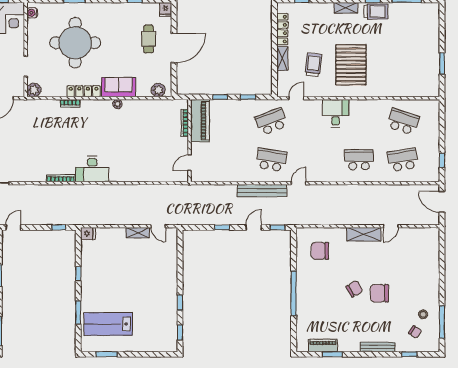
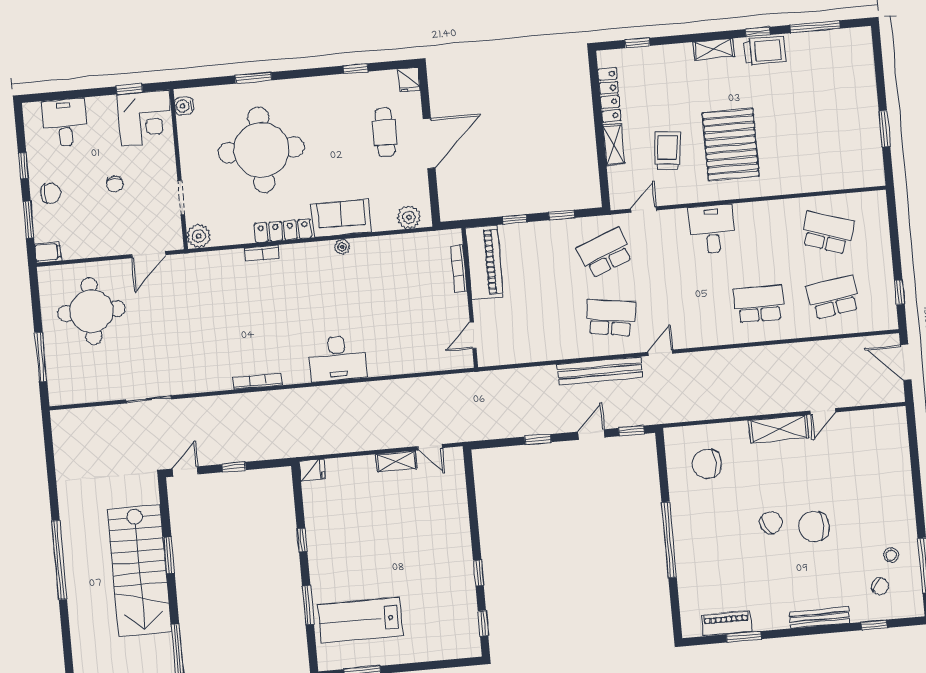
desk: (92, 169) -> (337, 358), moved
window: (59, 227) -> (234, 467), moved

